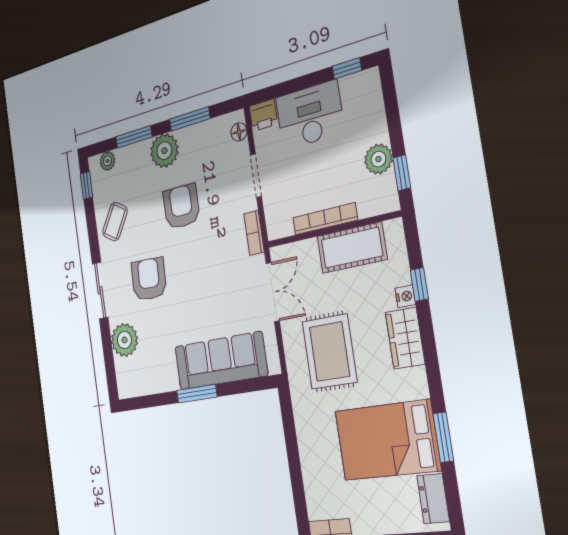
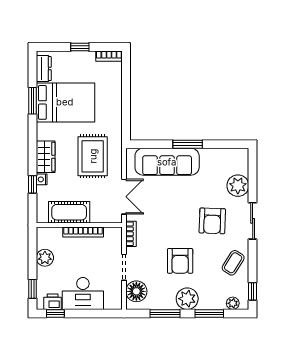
printer: (263, 115) -> (53, 302), moved
floor lamp: (239, 132) -> (136, 291), width x1.89, depth x1.89
window: (402, 173) -> (32, 289), moved
double door: (273, 292) -> (124, 197), swing flipped

